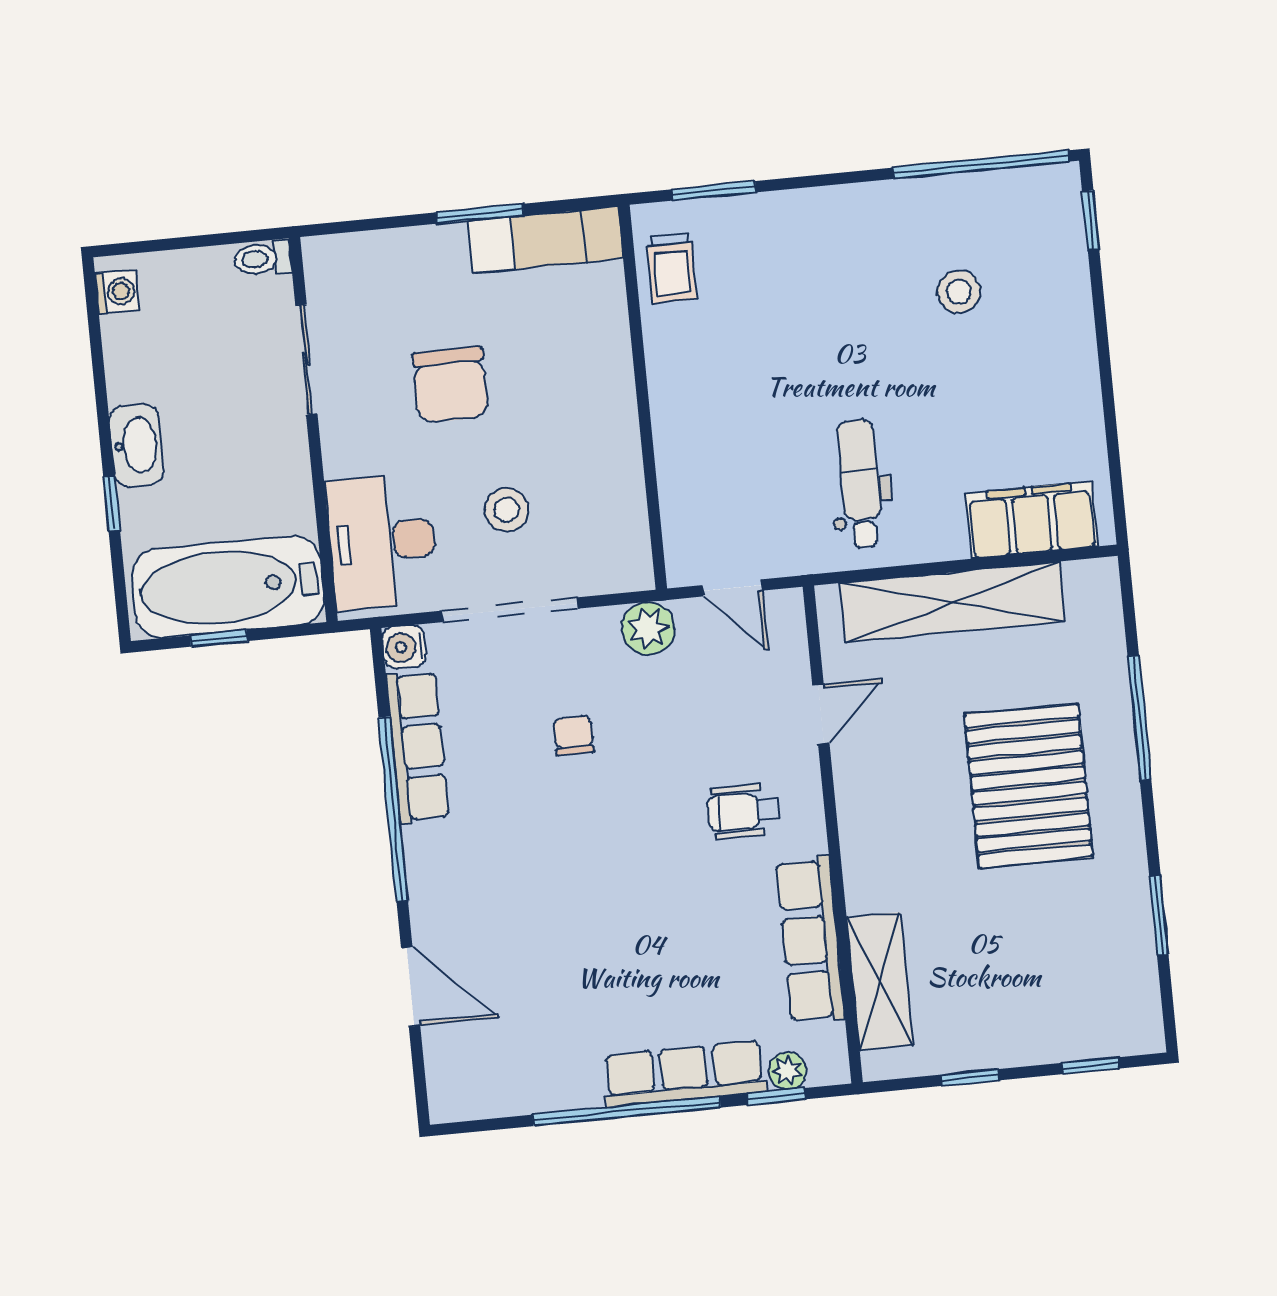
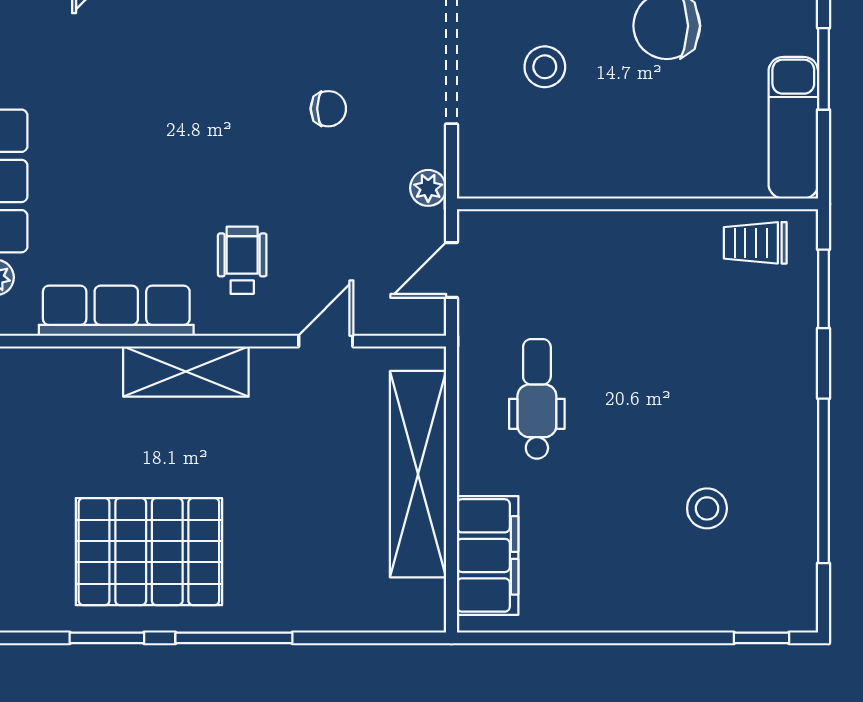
window: (981, 165) -> (823, 481), moved
dental chair: (860, 484) -> (537, 399), turned -90
plant: (648, 628) -> (428, 188), width x0.73, depth x0.73
door: (821, 714) -> (326, 341), swing flipped
window: (1139, 718) -> (234, 638), moved
pallet: (1029, 786) -> (149, 552), moved
shelving: (880, 981) -> (186, 372), moved

